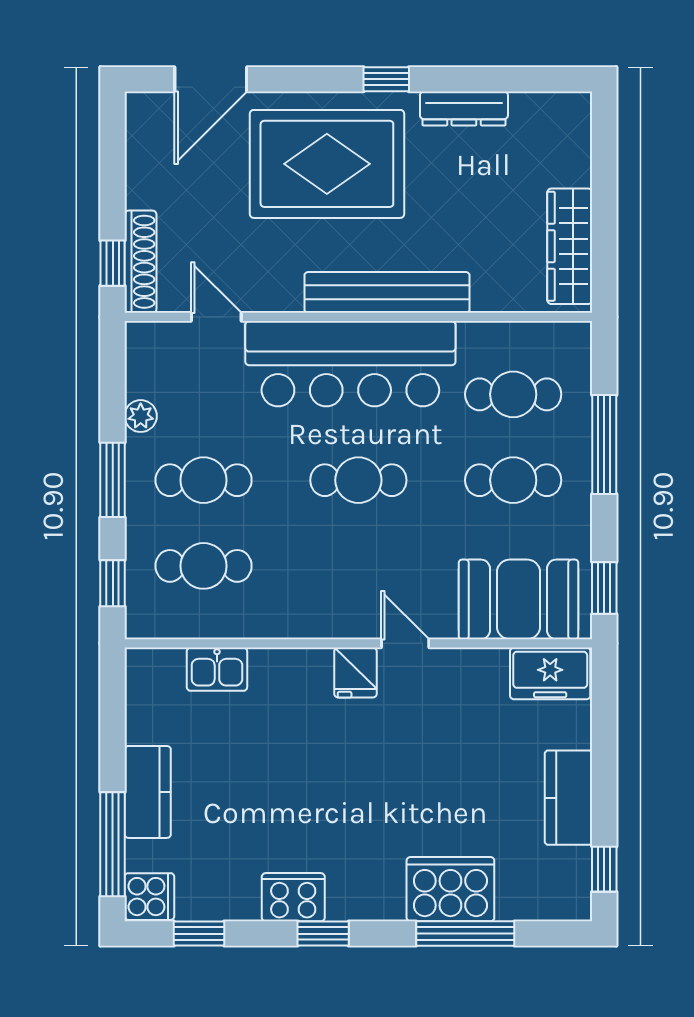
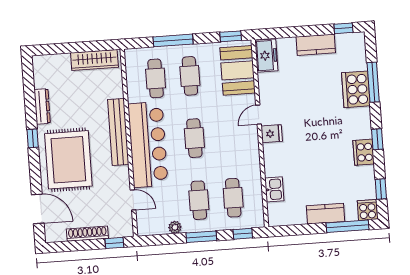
shoe rack: (140, 262) -> (87, 234), moved
door: (216, 317) -> (133, 200), swing flipped

